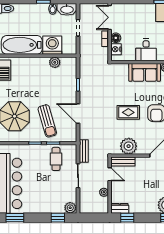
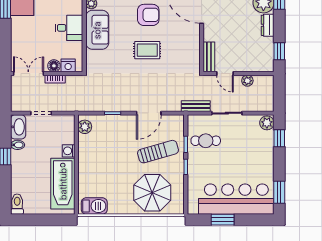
double door: (110, 17) -> (28, 74), swing flipped
washing machine: (52, 45) -> (69, 151), width x0.53, depth x0.53
plant: (55, 62) -> (85, 127), moved
rug: (128, 112) -> (147, 50), turned 90
plant: (129, 146) -> (190, 50), removed
door: (110, 174) -> (225, 74), swing flipped
dresser: (120, 208) -> (268, 25), moved

